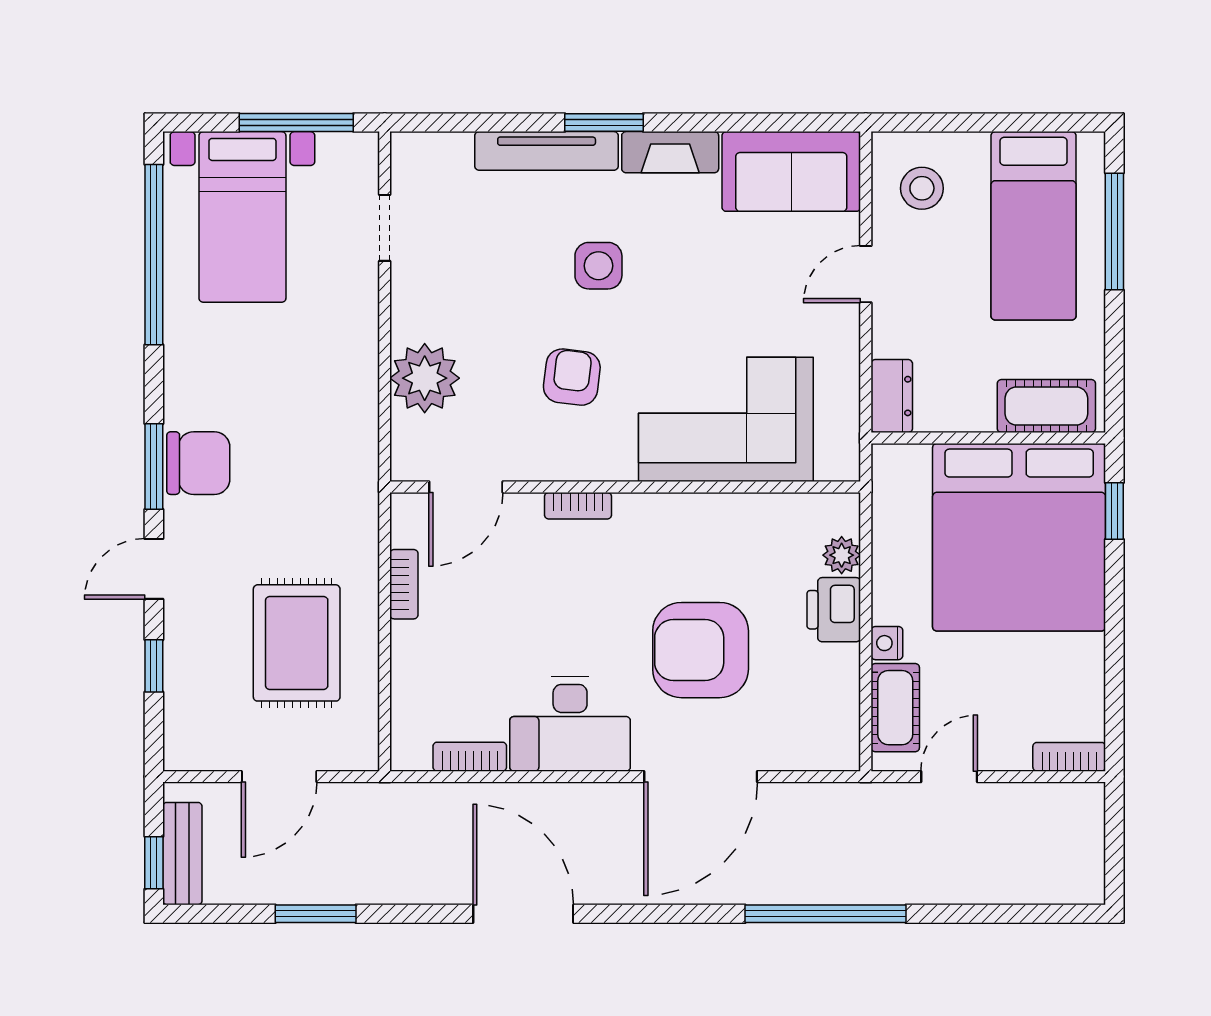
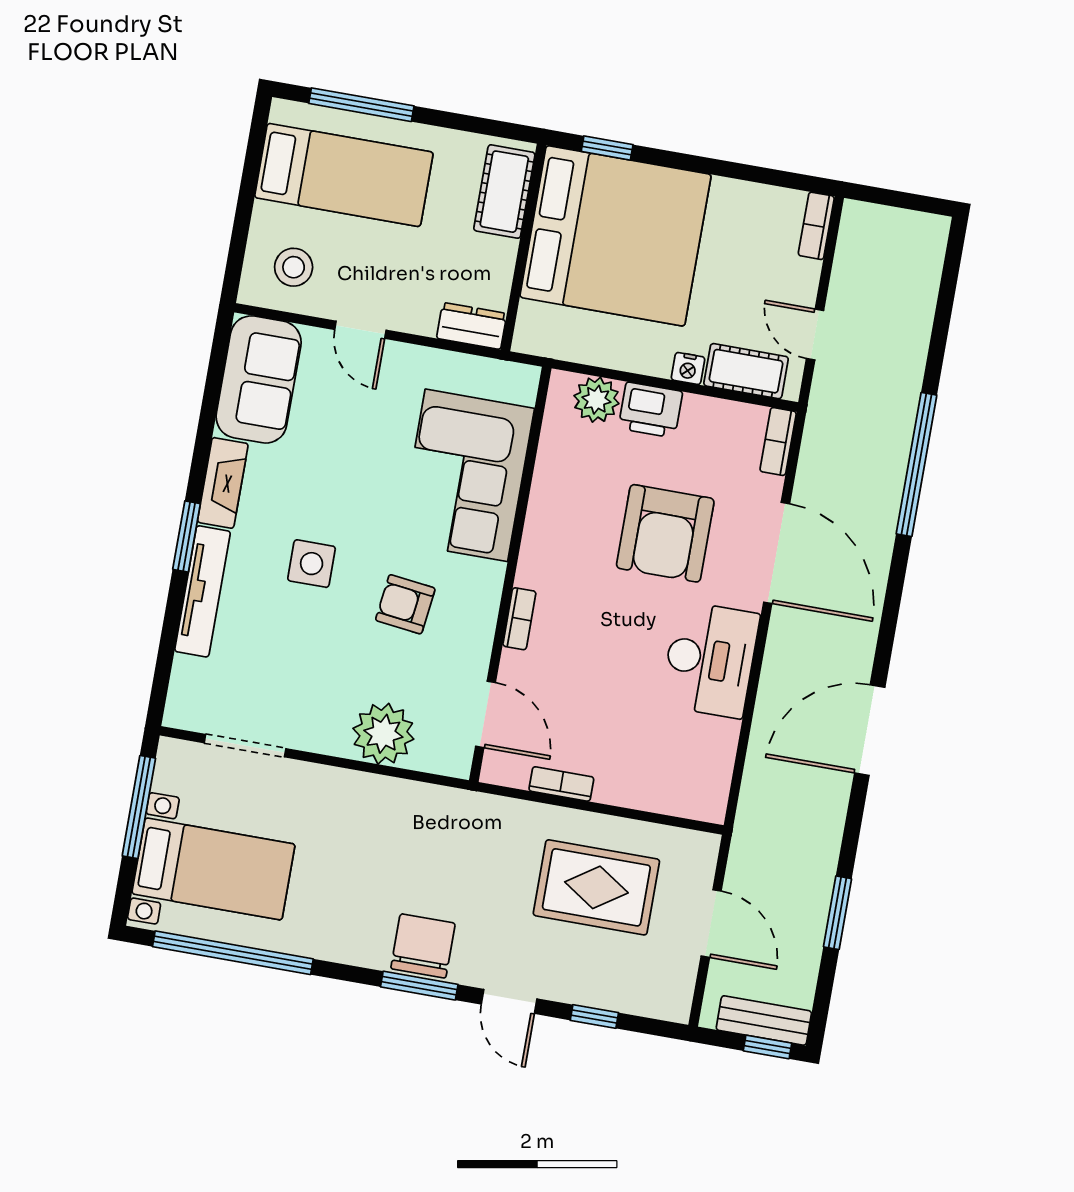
doorway: (385, 228) -> (245, 746), width x1.38
plant: (842, 555) -> (596, 400), width x1.38, depth x1.38
bookcase: (470, 757) -> (778, 441), moved

